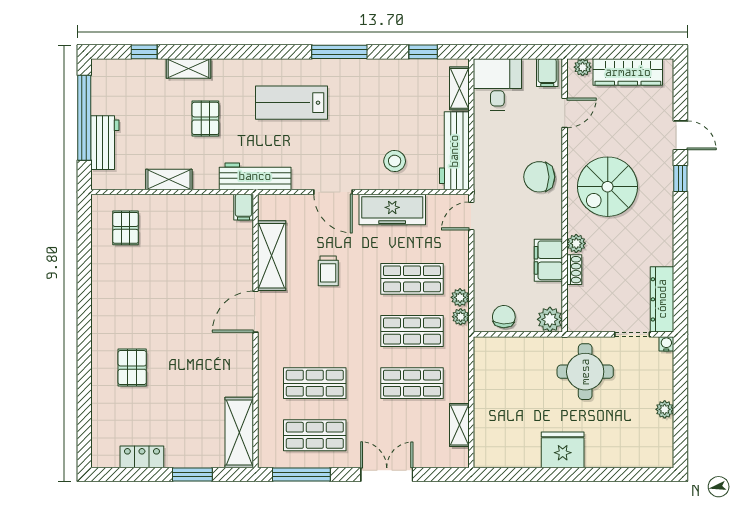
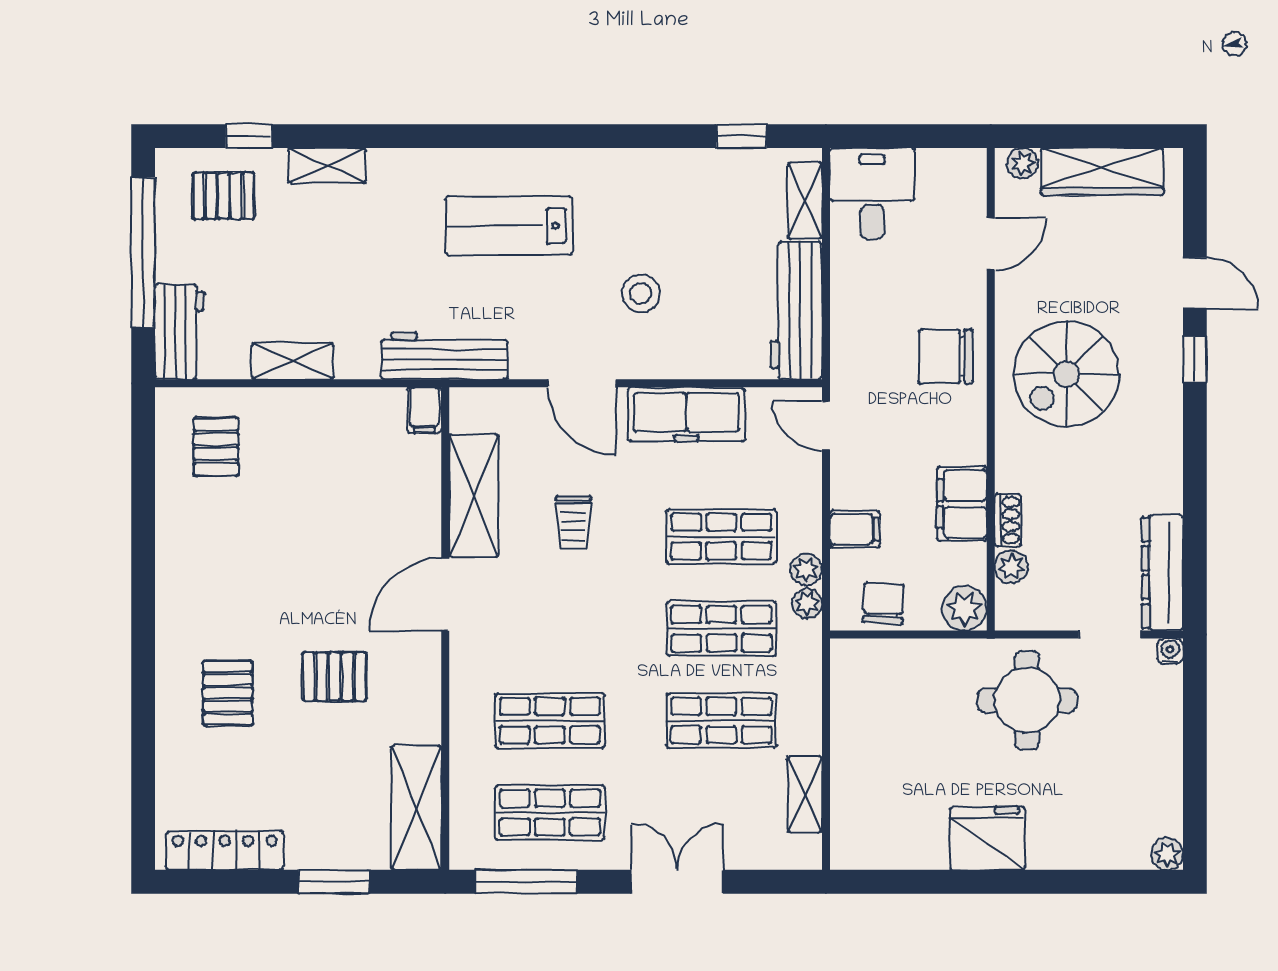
window: (339, 52) -> (593, 136), removed
filing cabinet: (547, 73) -> (855, 529), moved, turned -90
pallet: (205, 118) -> (224, 196), moved, turned 90
workbench: (105, 143) -> (179, 332), moved
stool: (395, 161) -> (641, 293), moved
door: (471, 216) -> (826, 426), hinge flipped
plant: (576, 243) -> (1011, 567), moved
pallet: (193, 358) -> (335, 676), added
plant: (665, 409) -> (1167, 854), moved
locker: (142, 457) -> (225, 851), width x1.53

